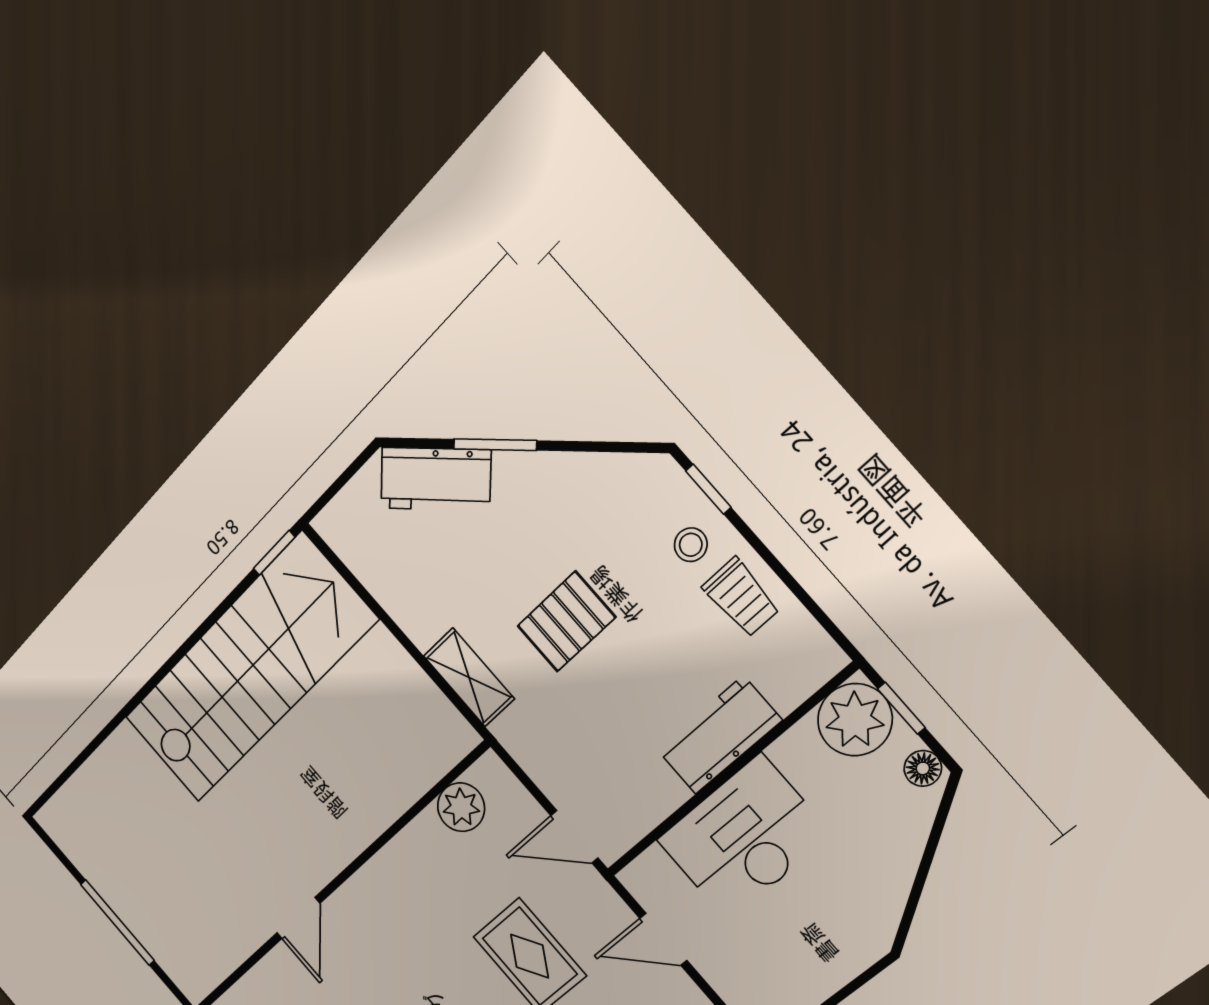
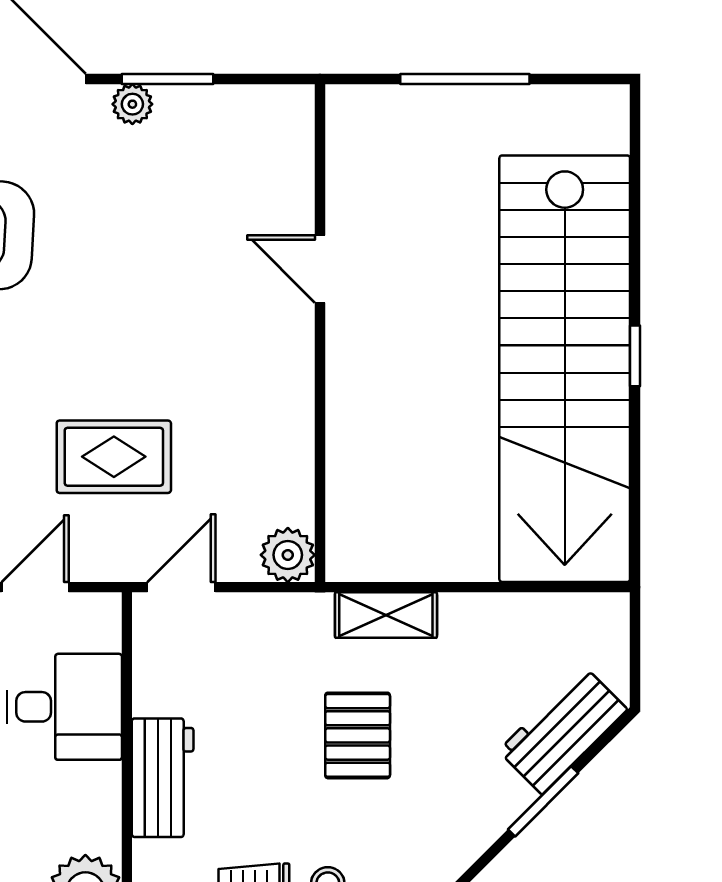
window: (274, 553) -> (635, 356), moved
stairs: (249, 670) -> (565, 369), width x1.36
plant: (461, 807) -> (288, 555), moved
desk: (744, 838) -> (65, 707), width x0.73

